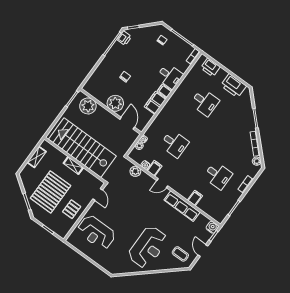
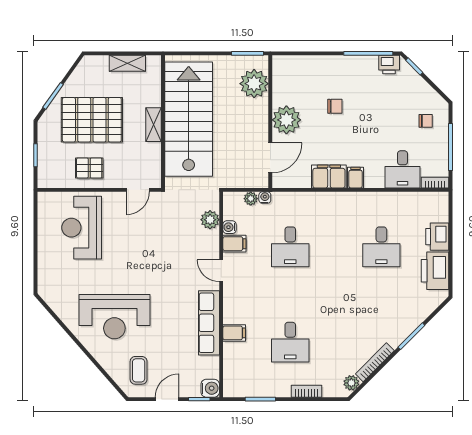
printer: (210, 67) -> (437, 237), moved
desk: (170, 76) -> (402, 169), moved

